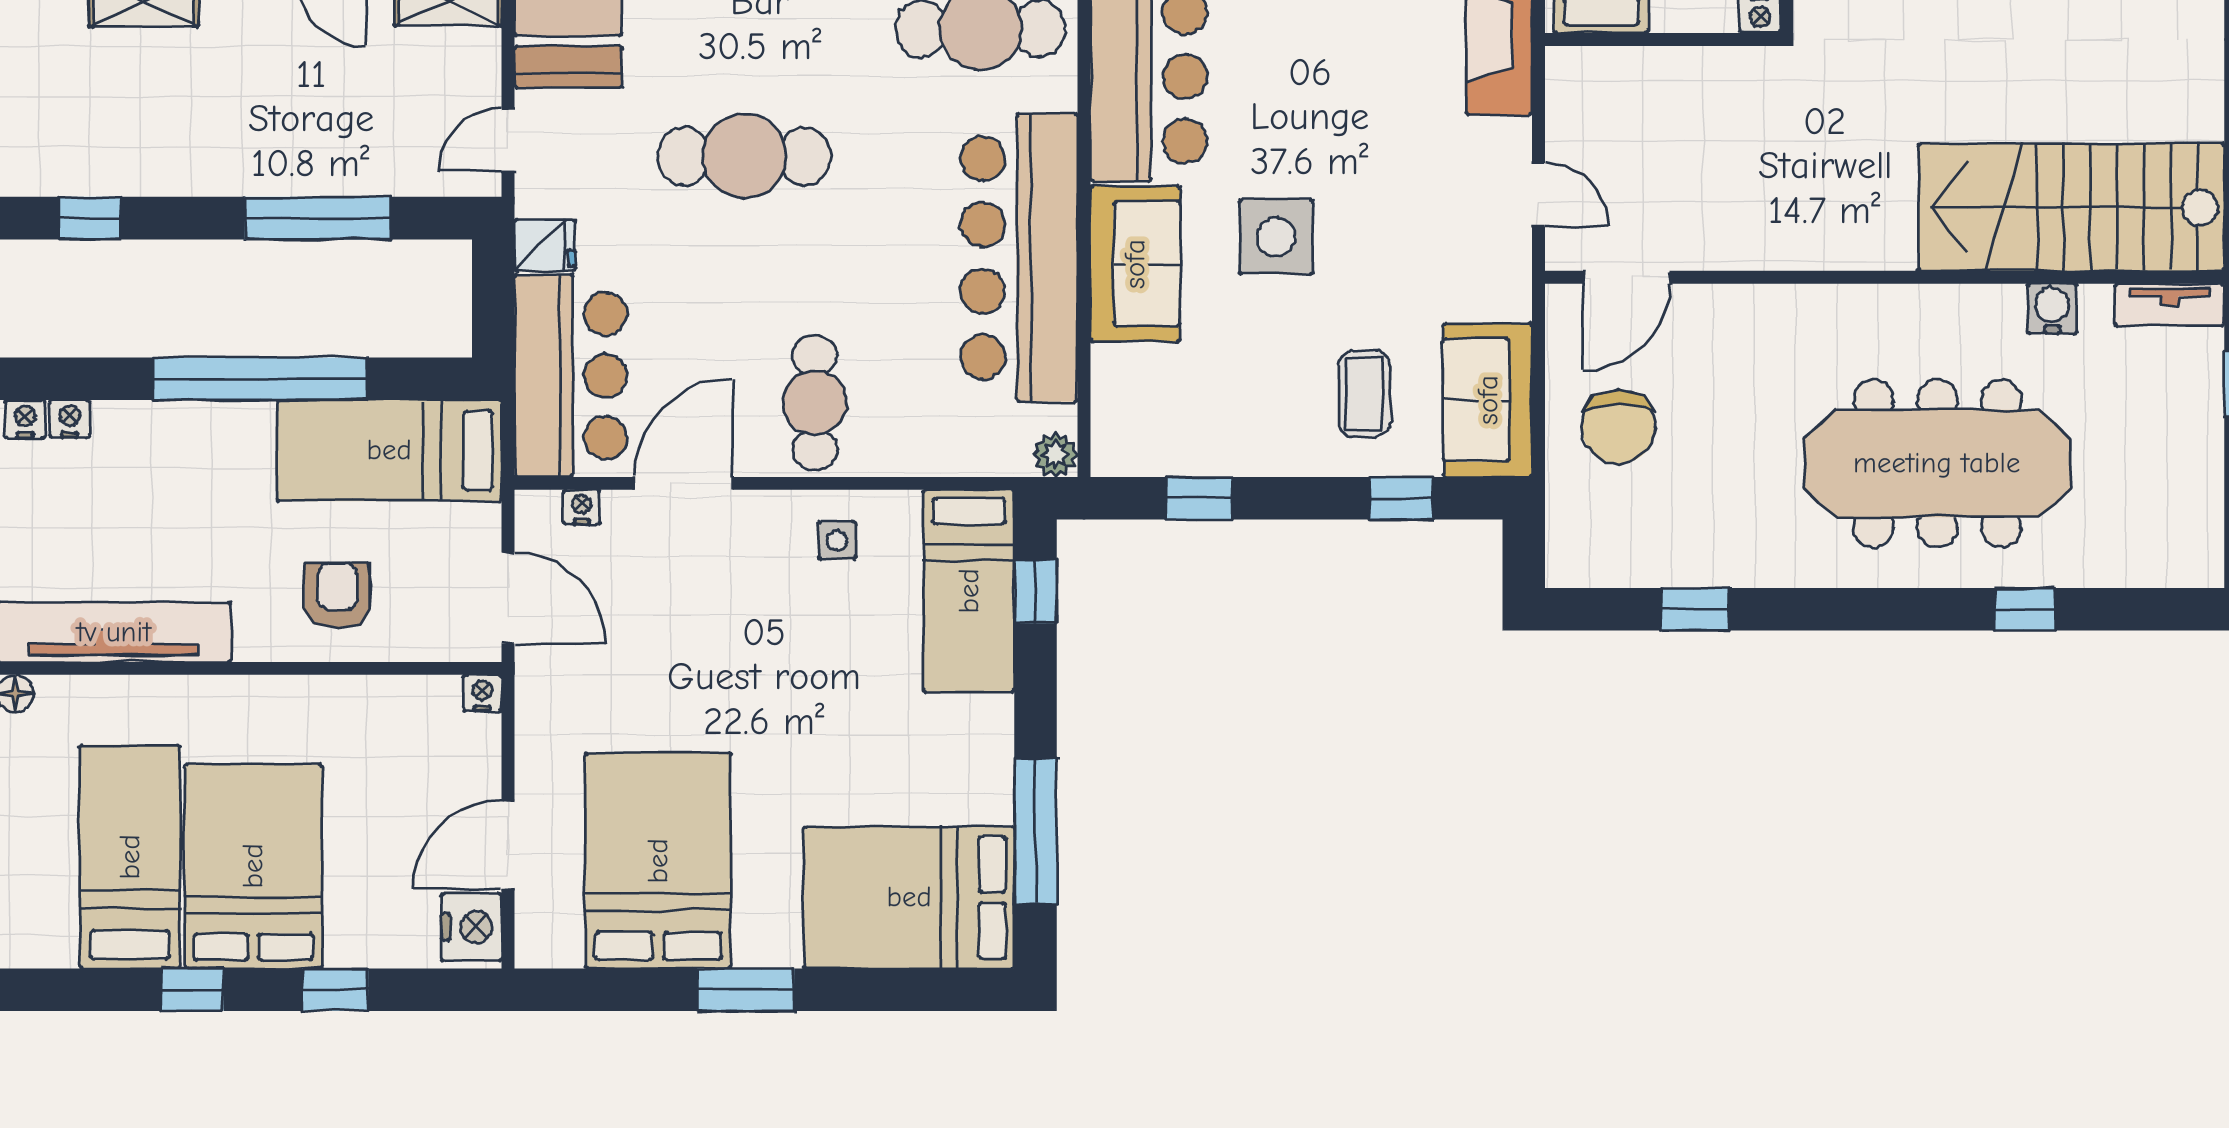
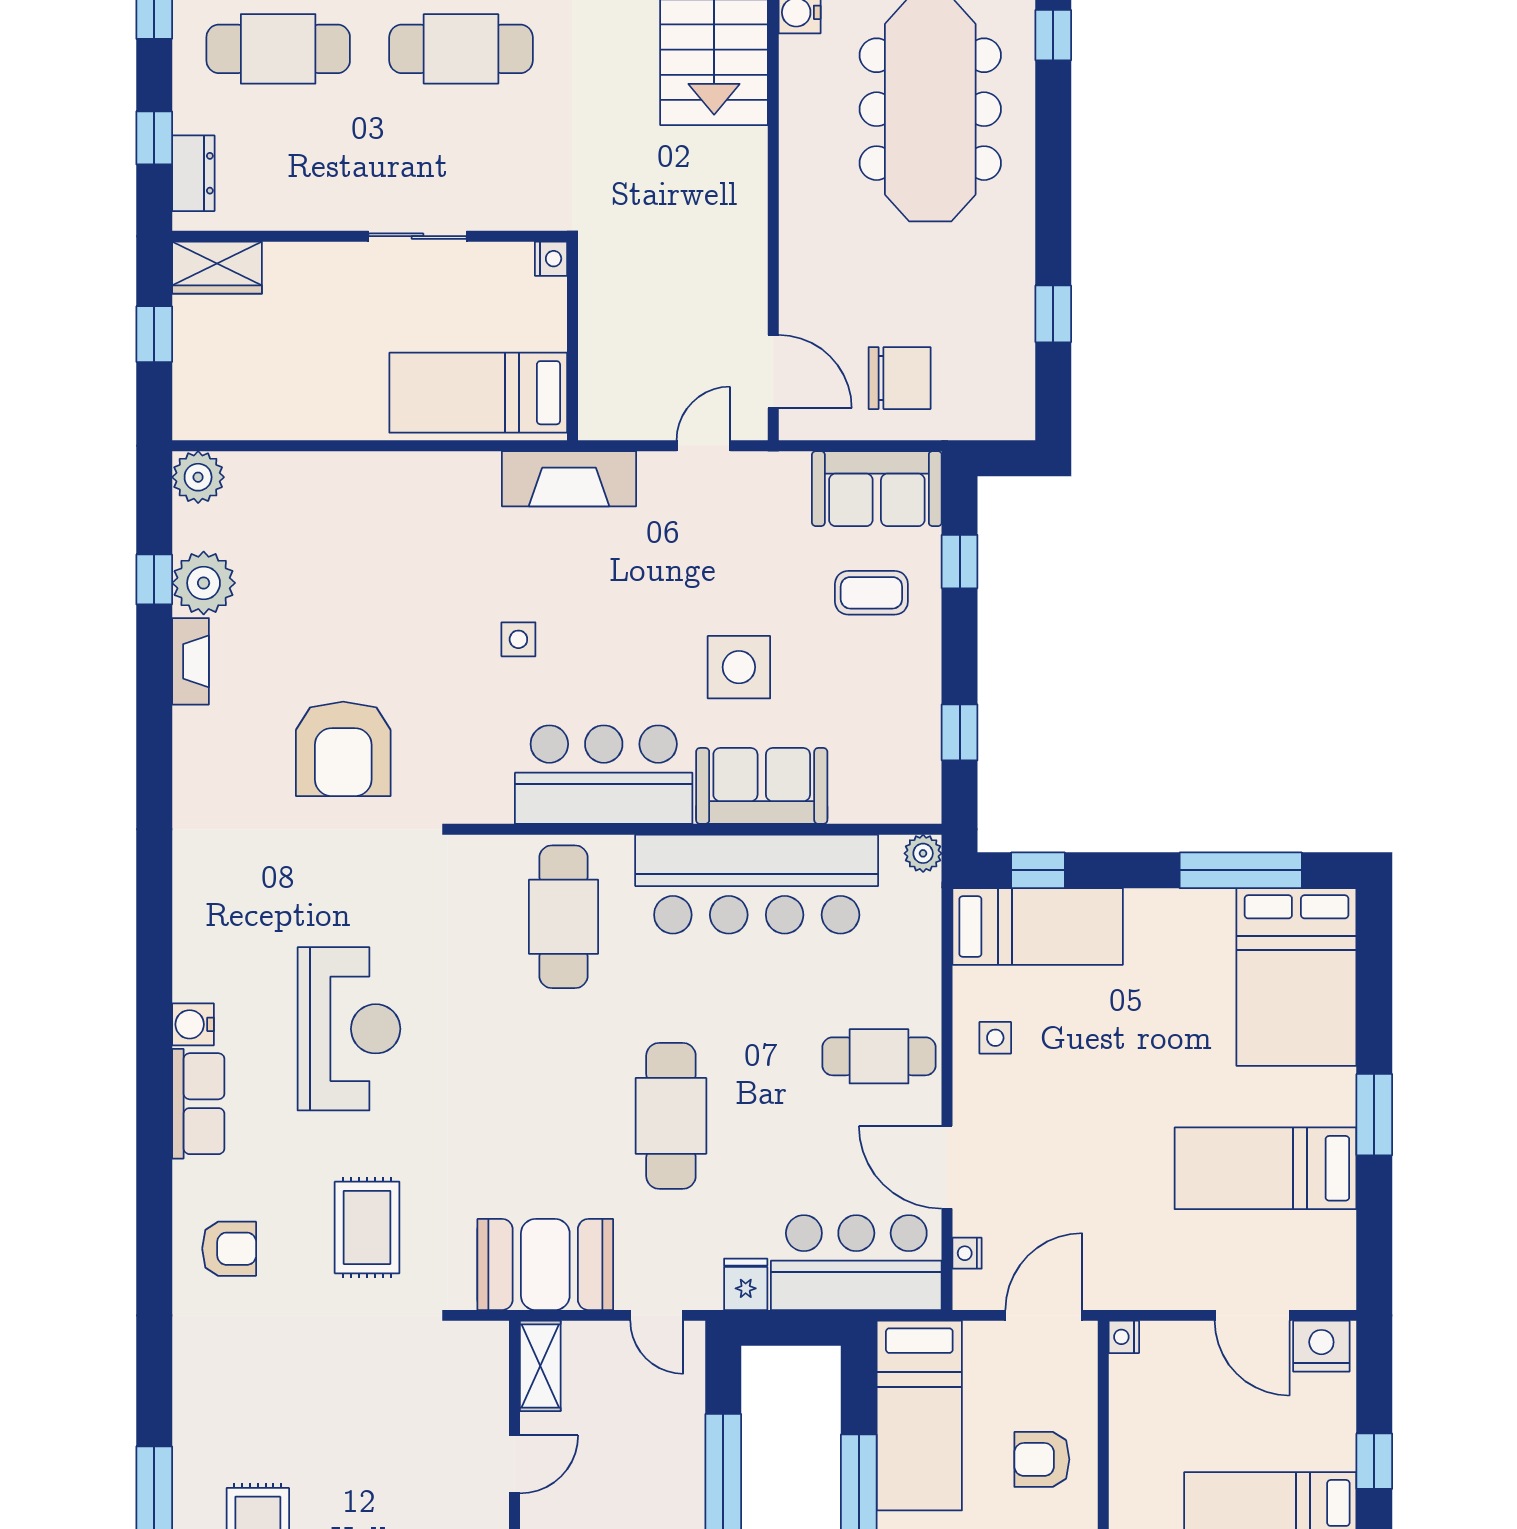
bed: (658, 861) -> (1266, 1168), width x0.67

